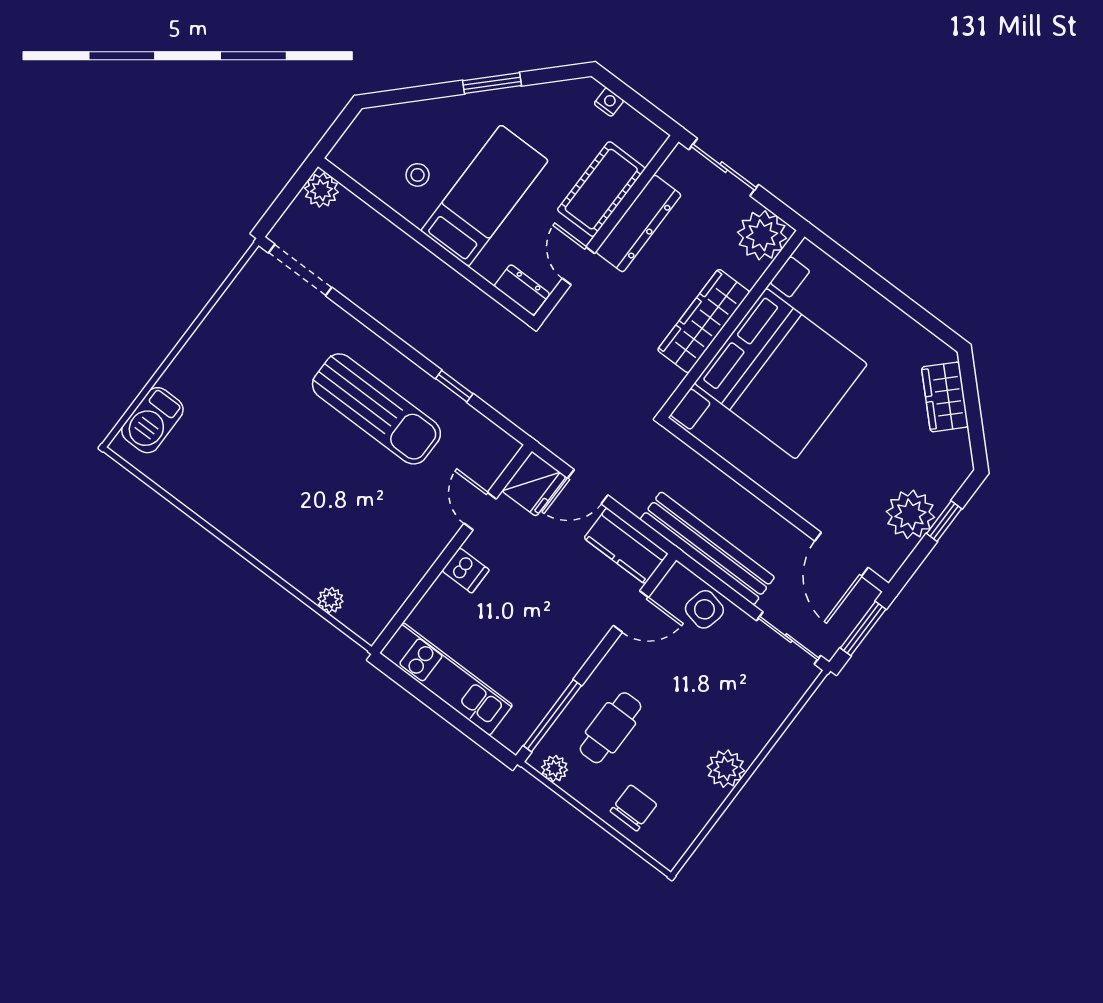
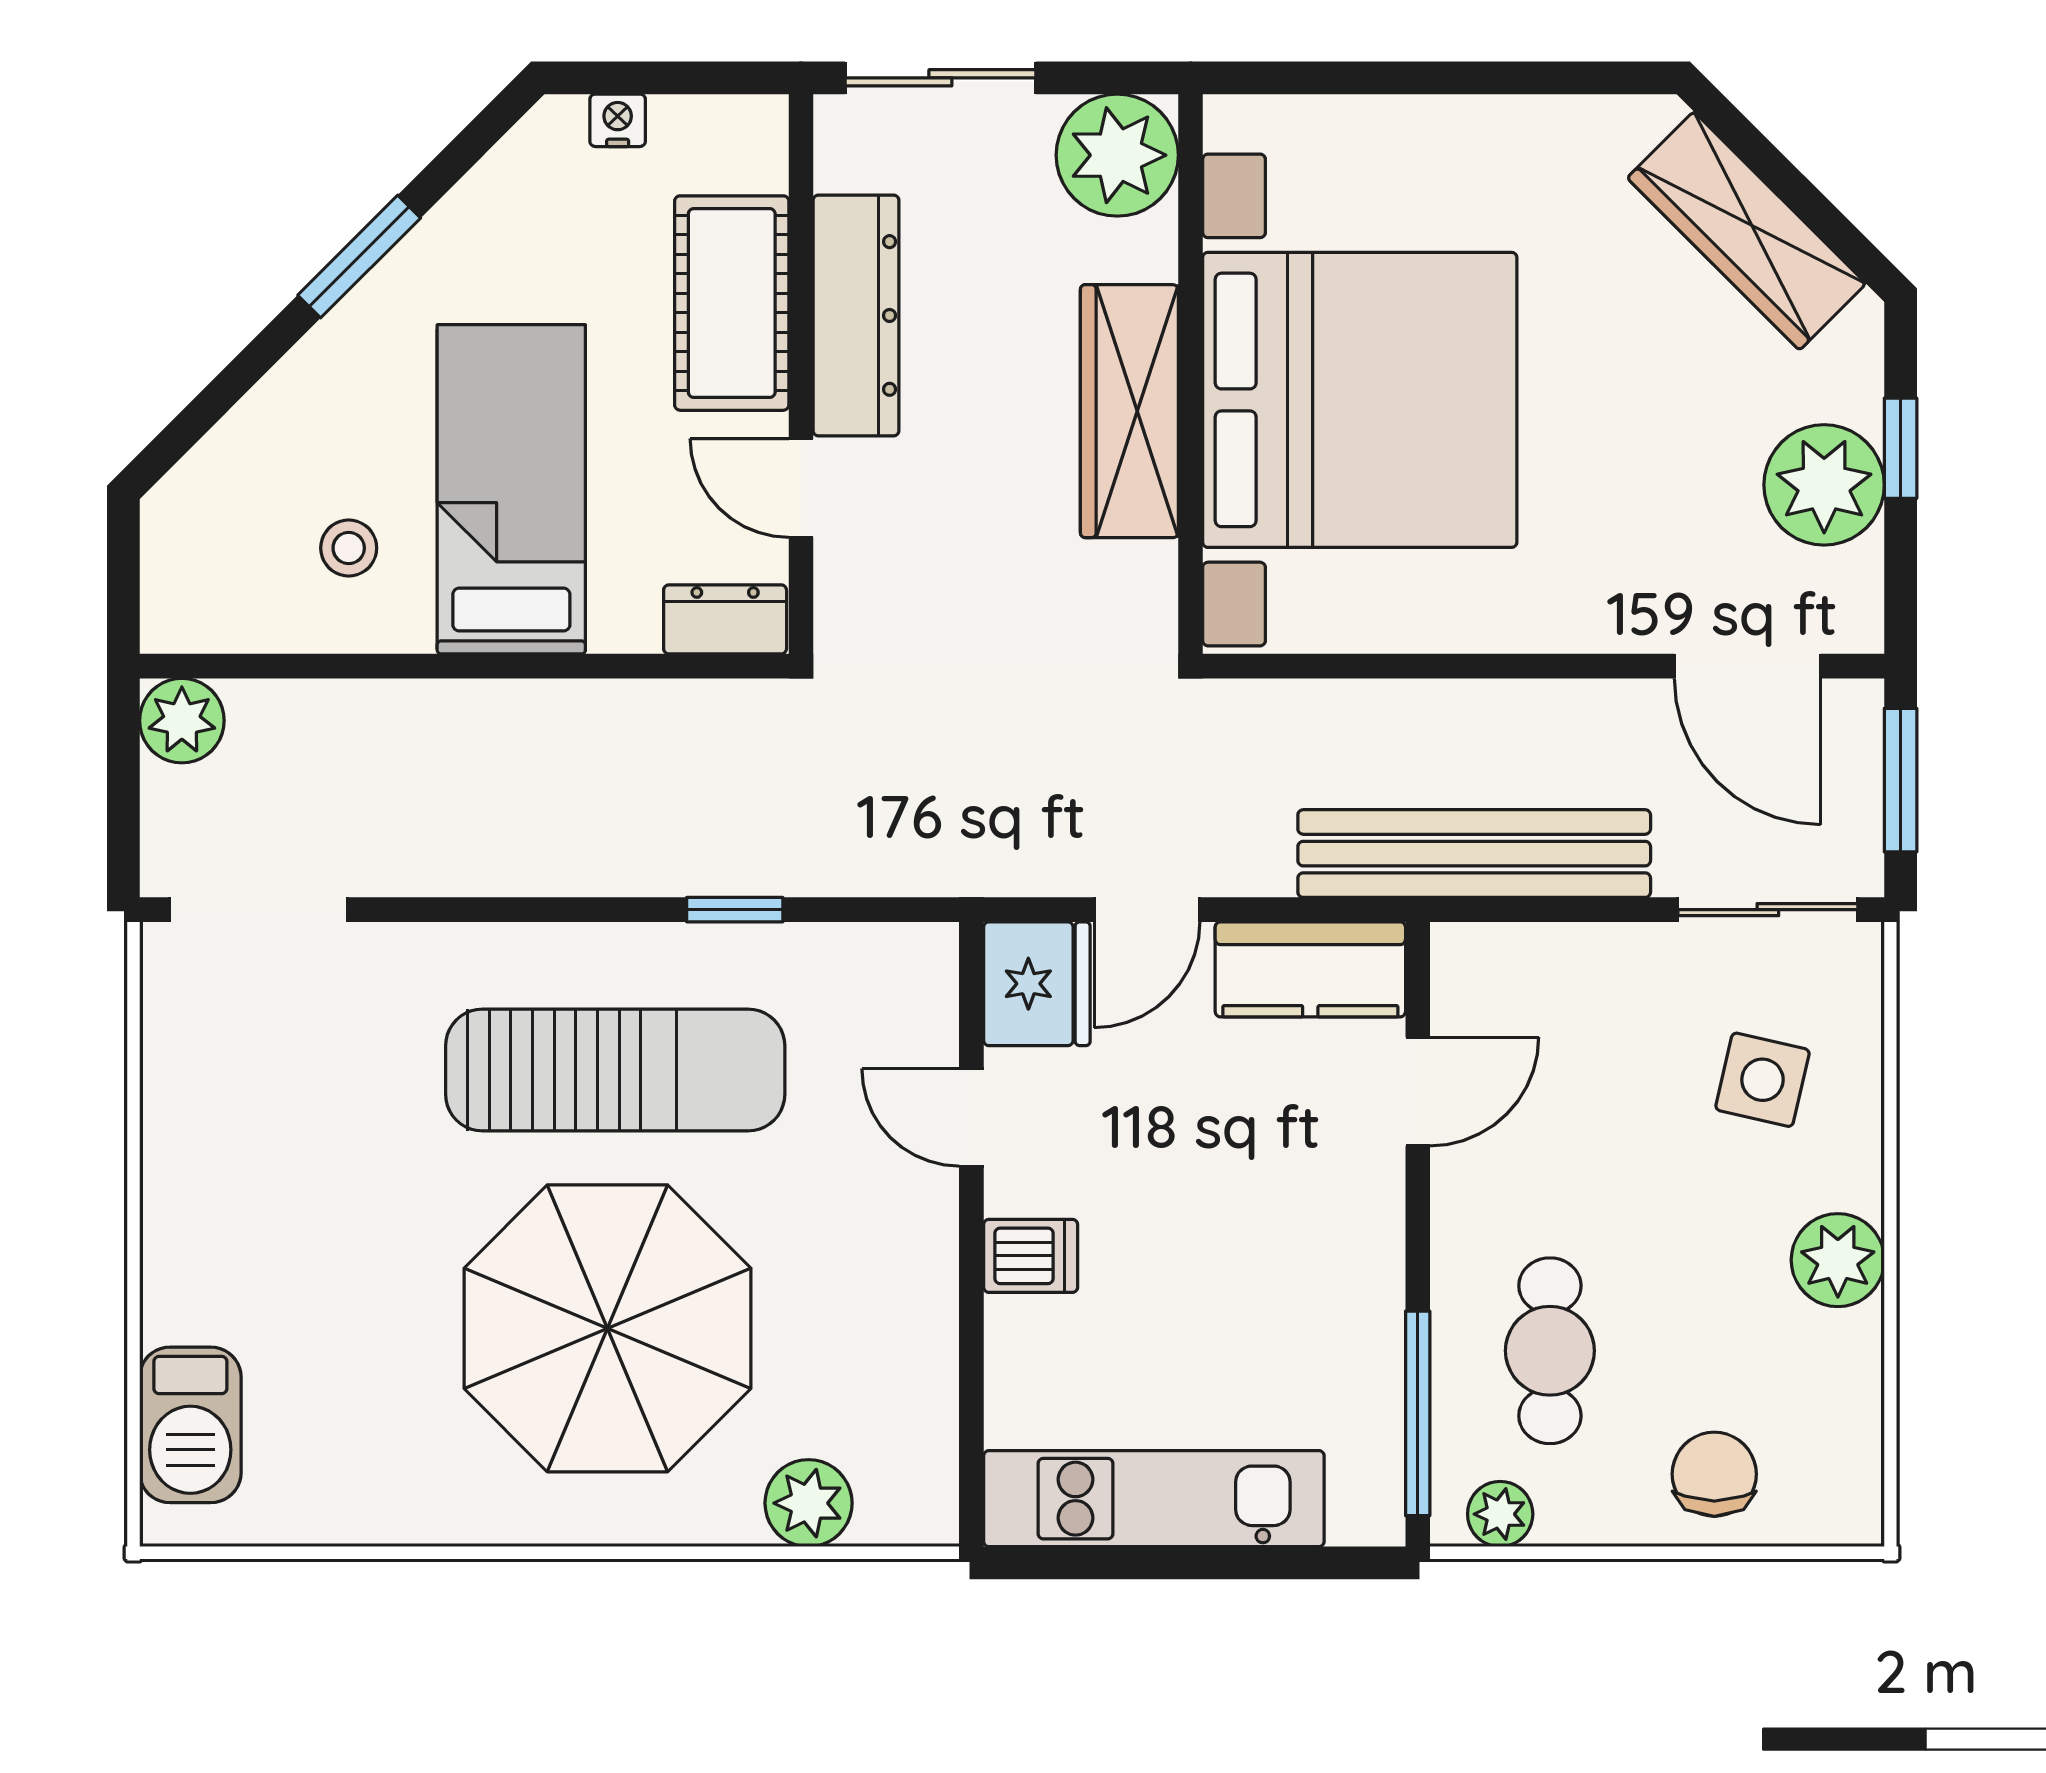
wardrobe: (945, 397) -> (1747, 231), width x1.50
parasol: (311, 491) -> (607, 1328), added
plant: (330, 600) -> (809, 1503), width x1.38, depth x1.38
side table: (704, 609) -> (1762, 1080), moved

